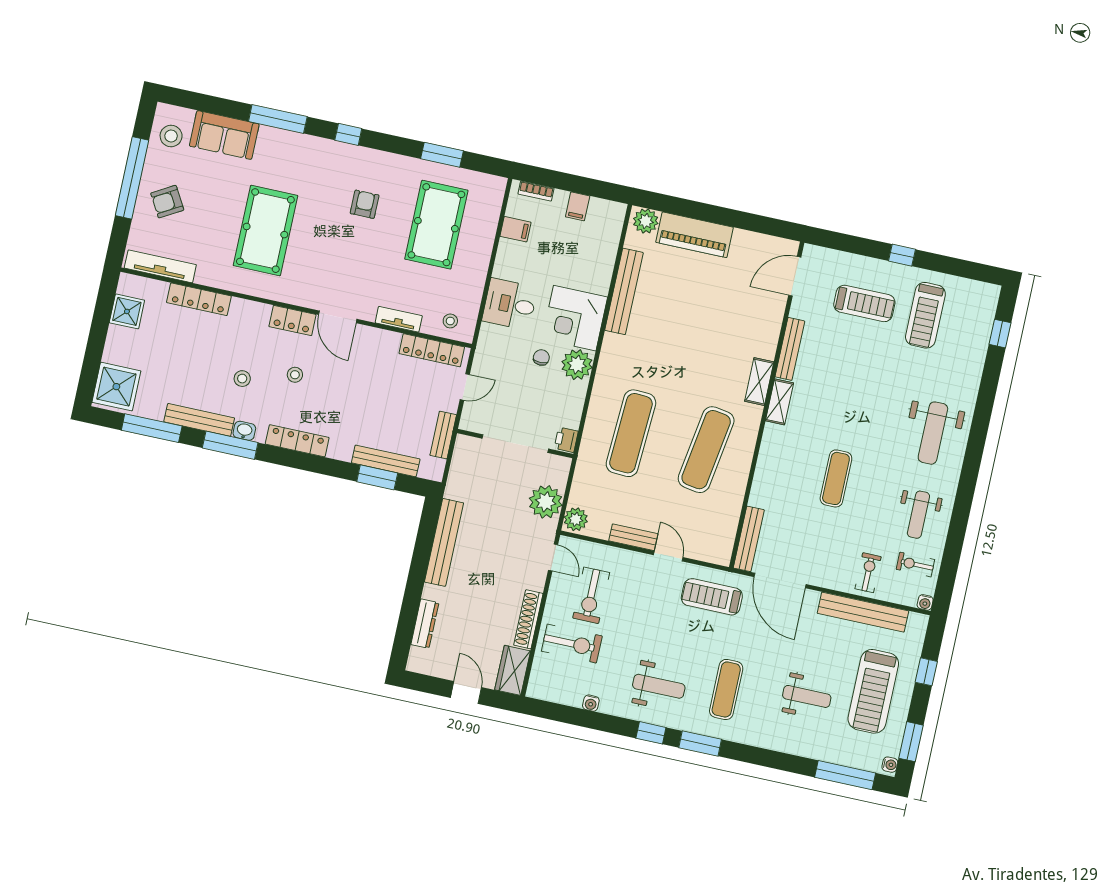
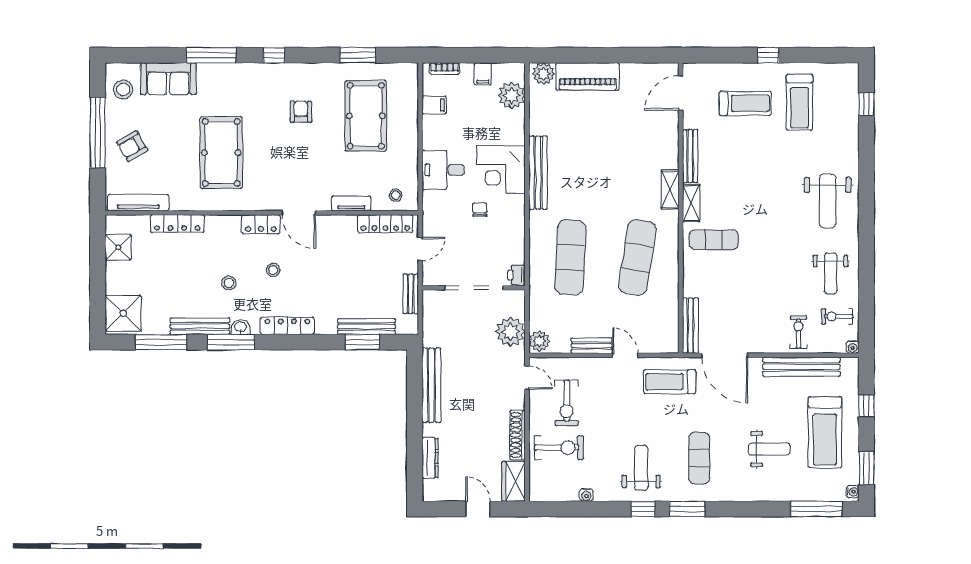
bench: (624, 291) -> (538, 173), moved
plant: (577, 365) -> (512, 95), moved
exercise mat: (836, 478) -> (714, 240), moved, turned 90
weight bench: (659, 686) -> (641, 468), turned -90

